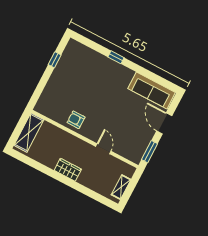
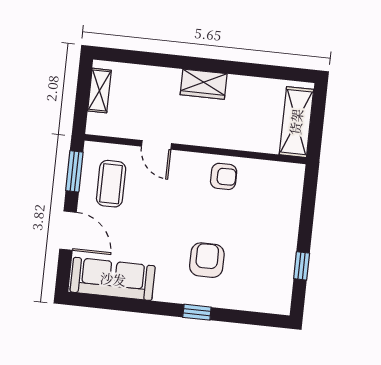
armchair: (101, 81) -> (207, 260), added
coffee table: (134, 138) -> (111, 184), added

